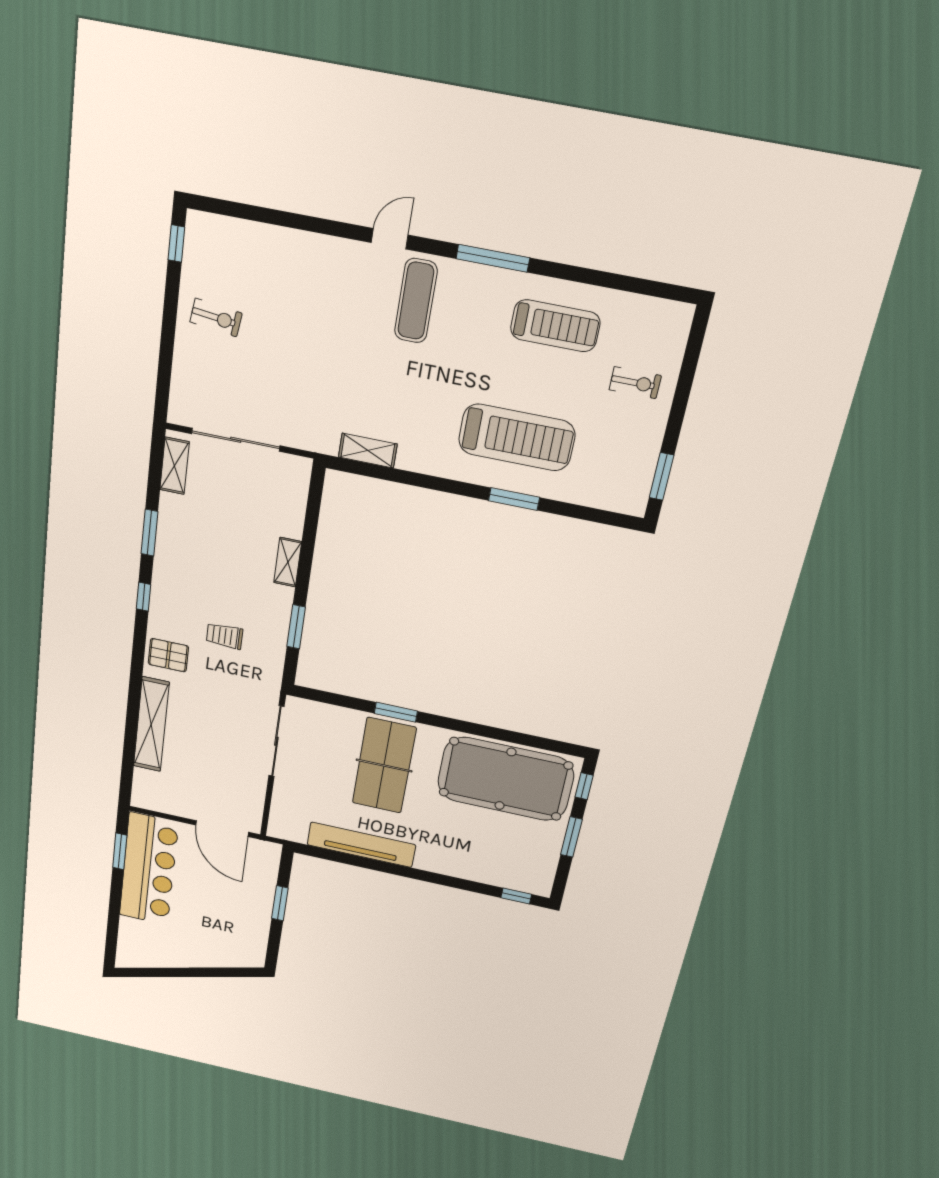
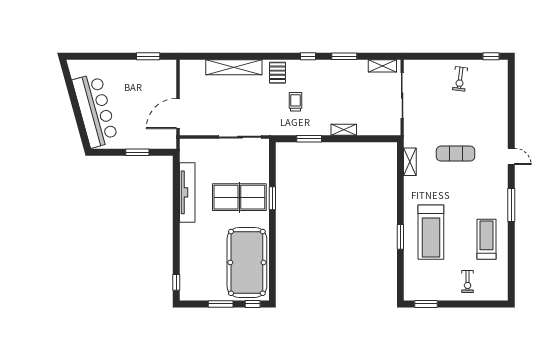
exercise mat: (416, 301) -> (456, 154), moved
treadmill: (555, 326) -> (486, 239), turned 180
bar counter: (149, 869) -> (95, 110), moved, turned -105

